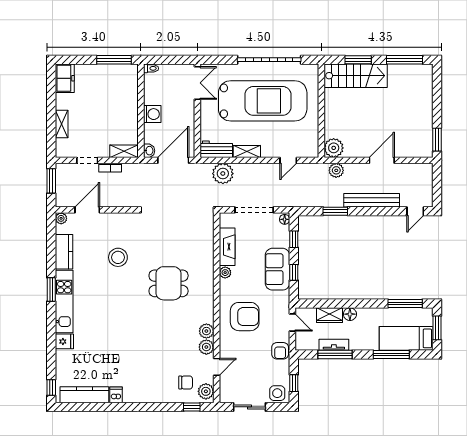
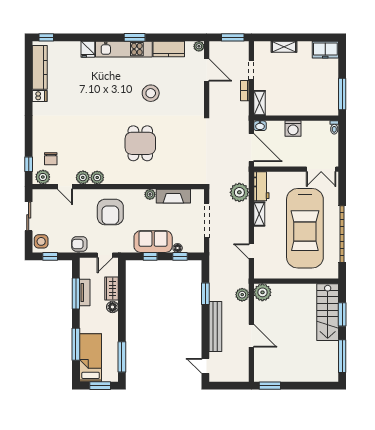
floor lamp: (285, 219) -> (178, 248), moved
stool: (118, 257) -> (151, 93), moved

